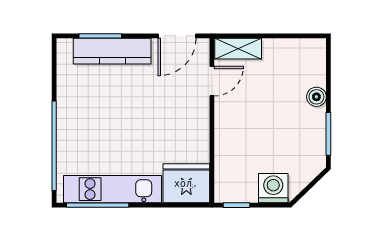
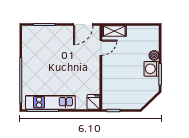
kitchen counter: (112, 51) -> (50, 32), removed
fridge: (186, 183) -> (93, 102), width x0.53, depth x0.75
washing machine: (273, 188) -> (151, 69), moved, turned -90

